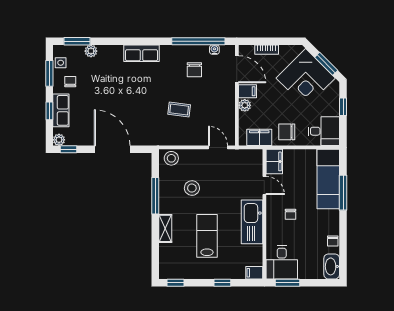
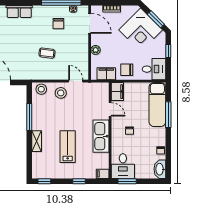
filing cabinet: (247, 91) -> (98, 40), removed
stool: (192, 188) -> (61, 93), moved

